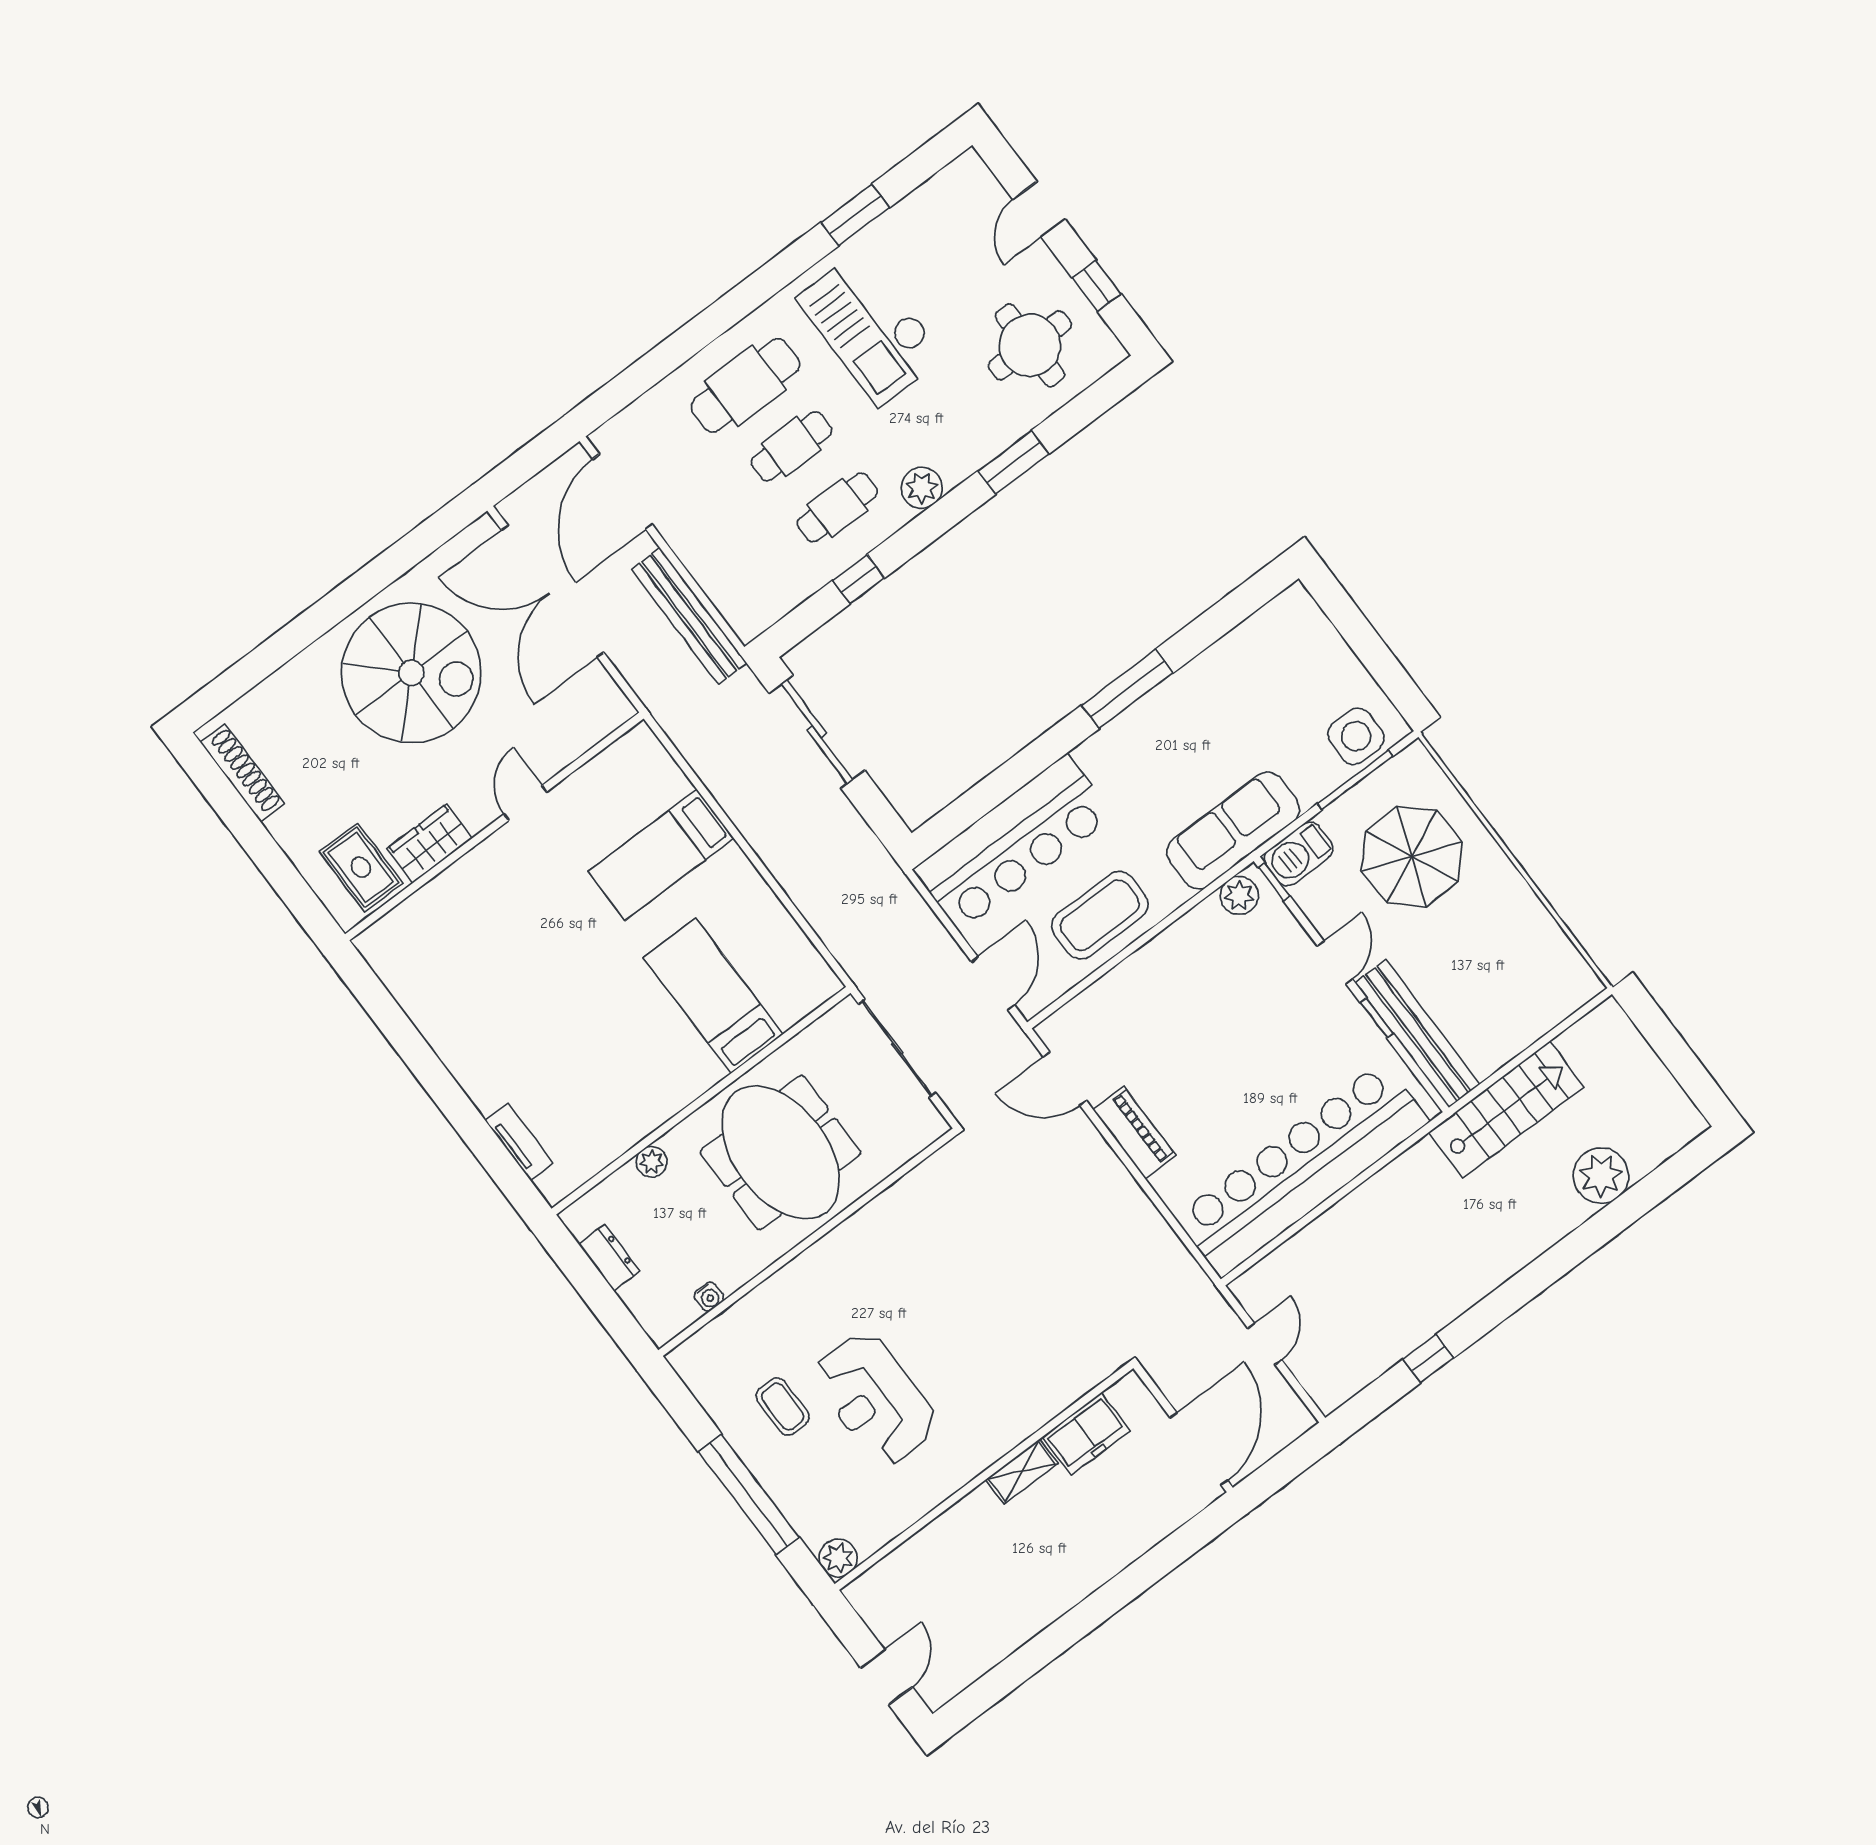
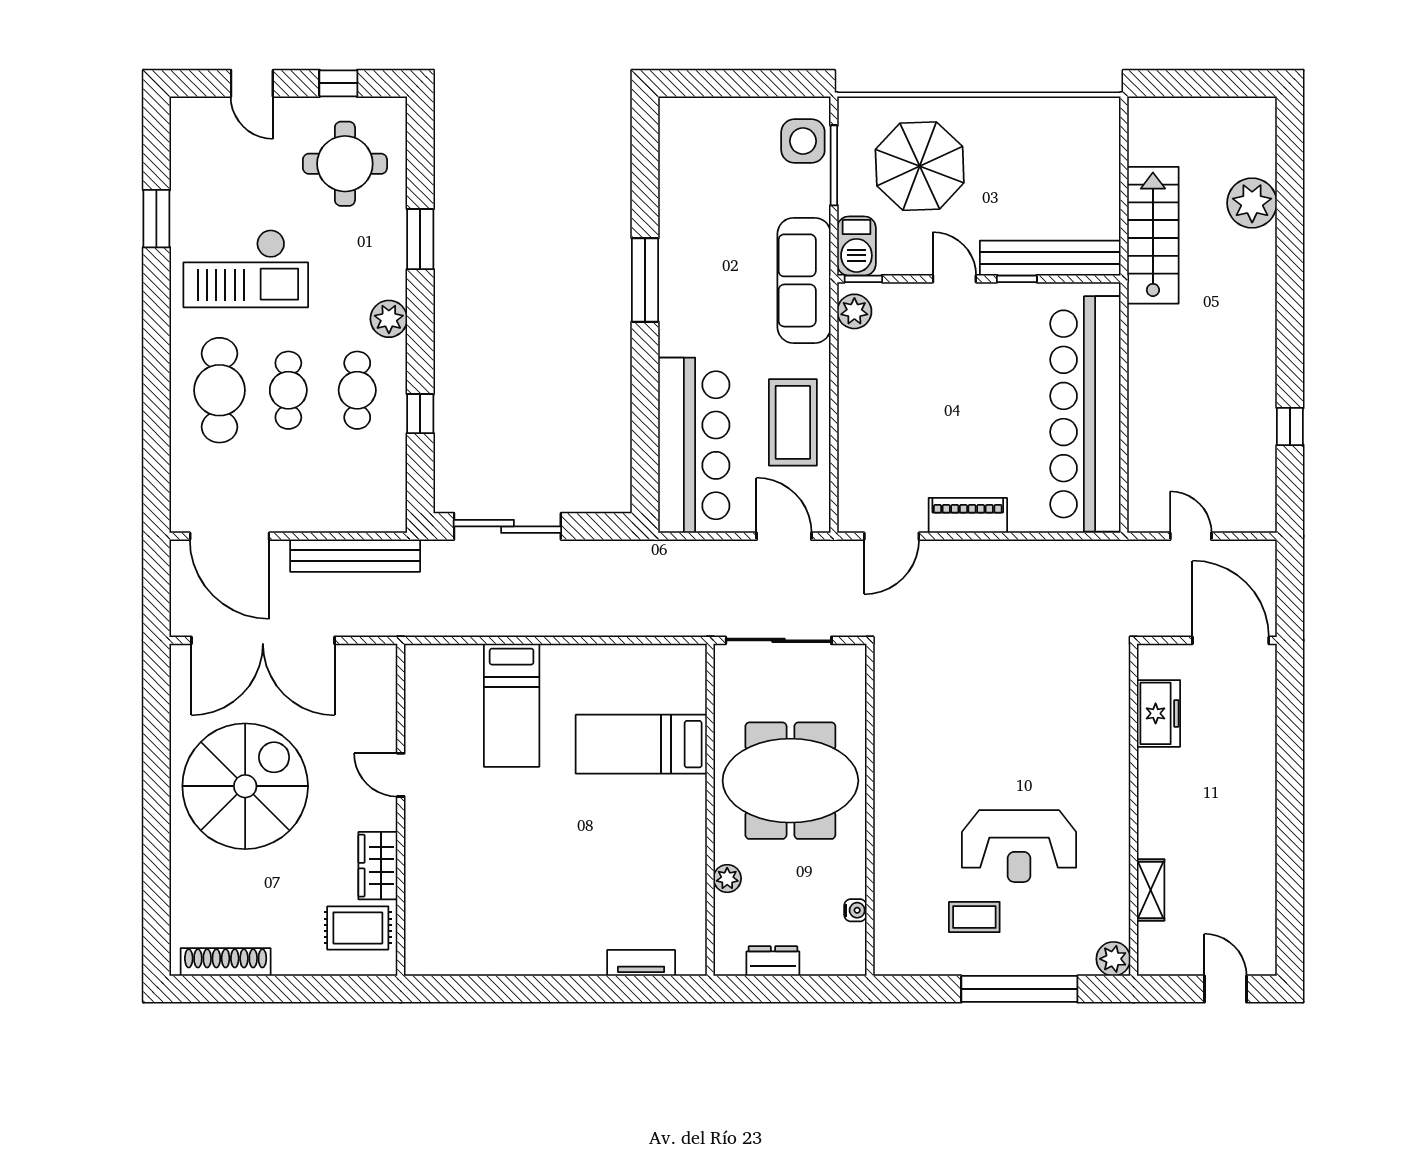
shelving: (1022, 1471) -> (1151, 890), moved

